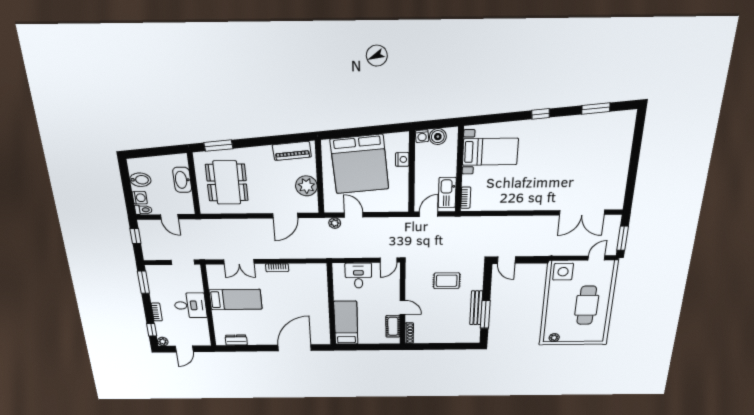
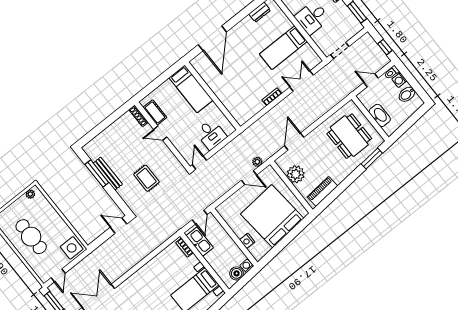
rug: (447, 281) -> (146, 178), turned 90

